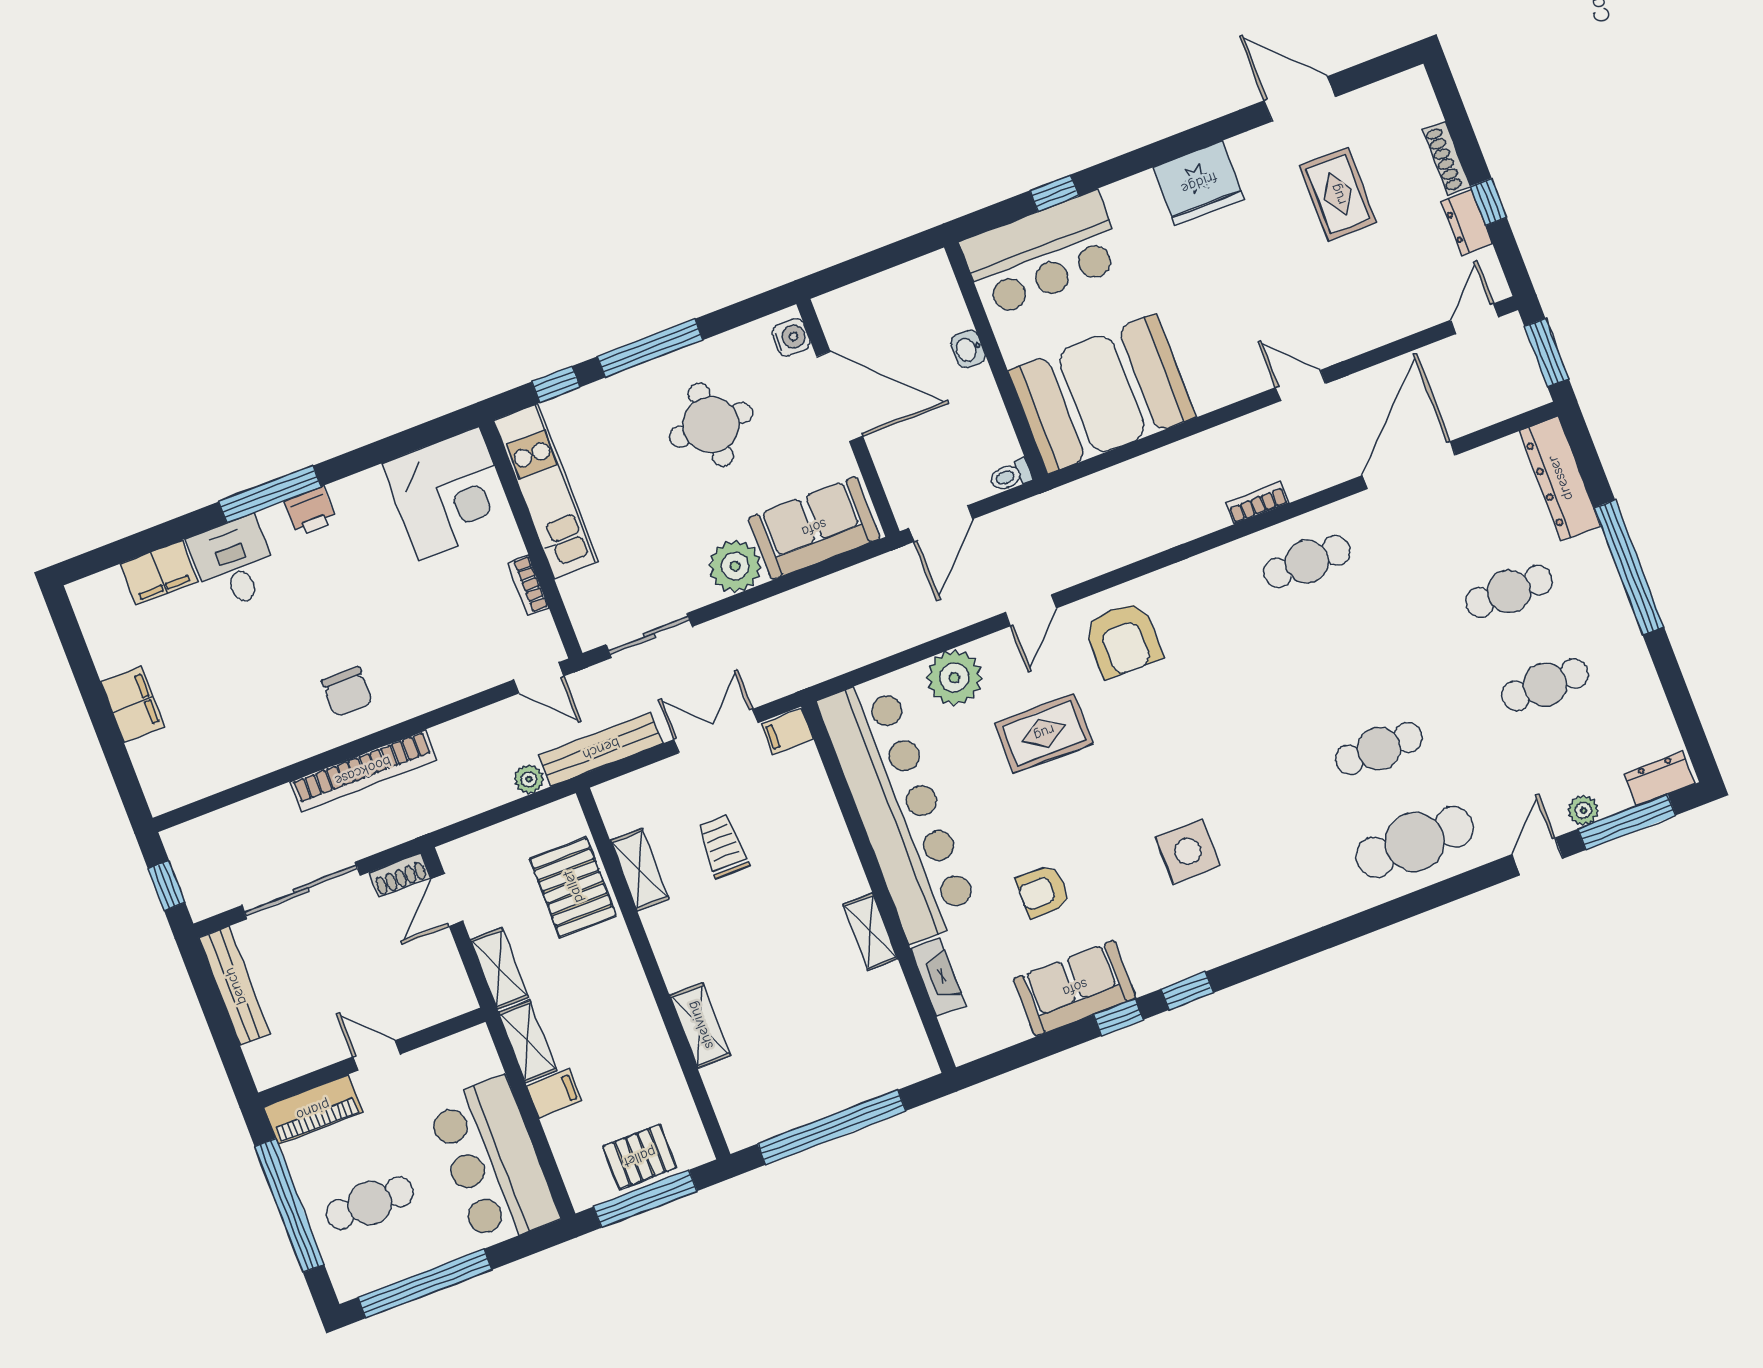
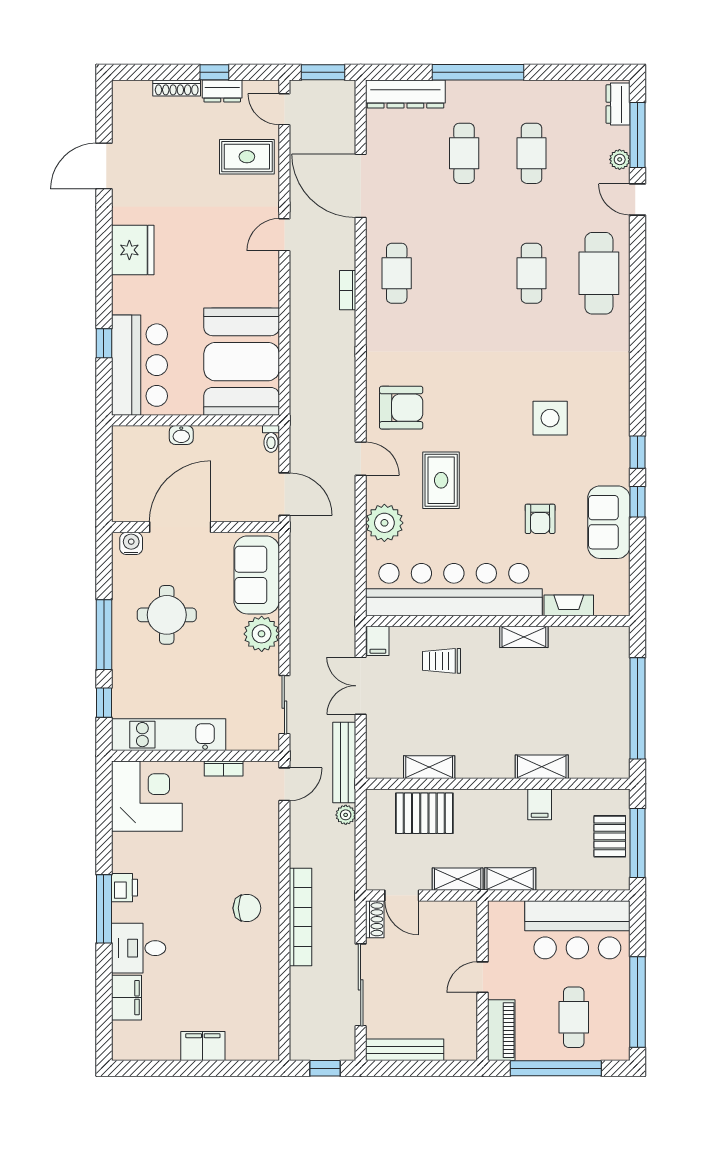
rug: (1338, 194) -> (247, 157), moved
trolley: (722, 846) -> (442, 661), moved
filing cabinet: (554, 1093) -> (540, 804), moved, turned 180

